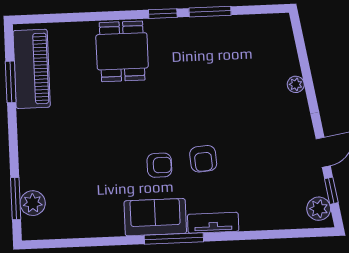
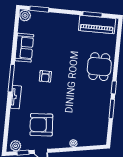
dining table: (122, 51) -> (99, 67), turned 90
armchair: (203, 159) -> (41, 125), moved, width x1.88, depth x1.88
plant: (33, 203) -> (25, 15), moved
sofa: (155, 217) -> (24, 48), moved

